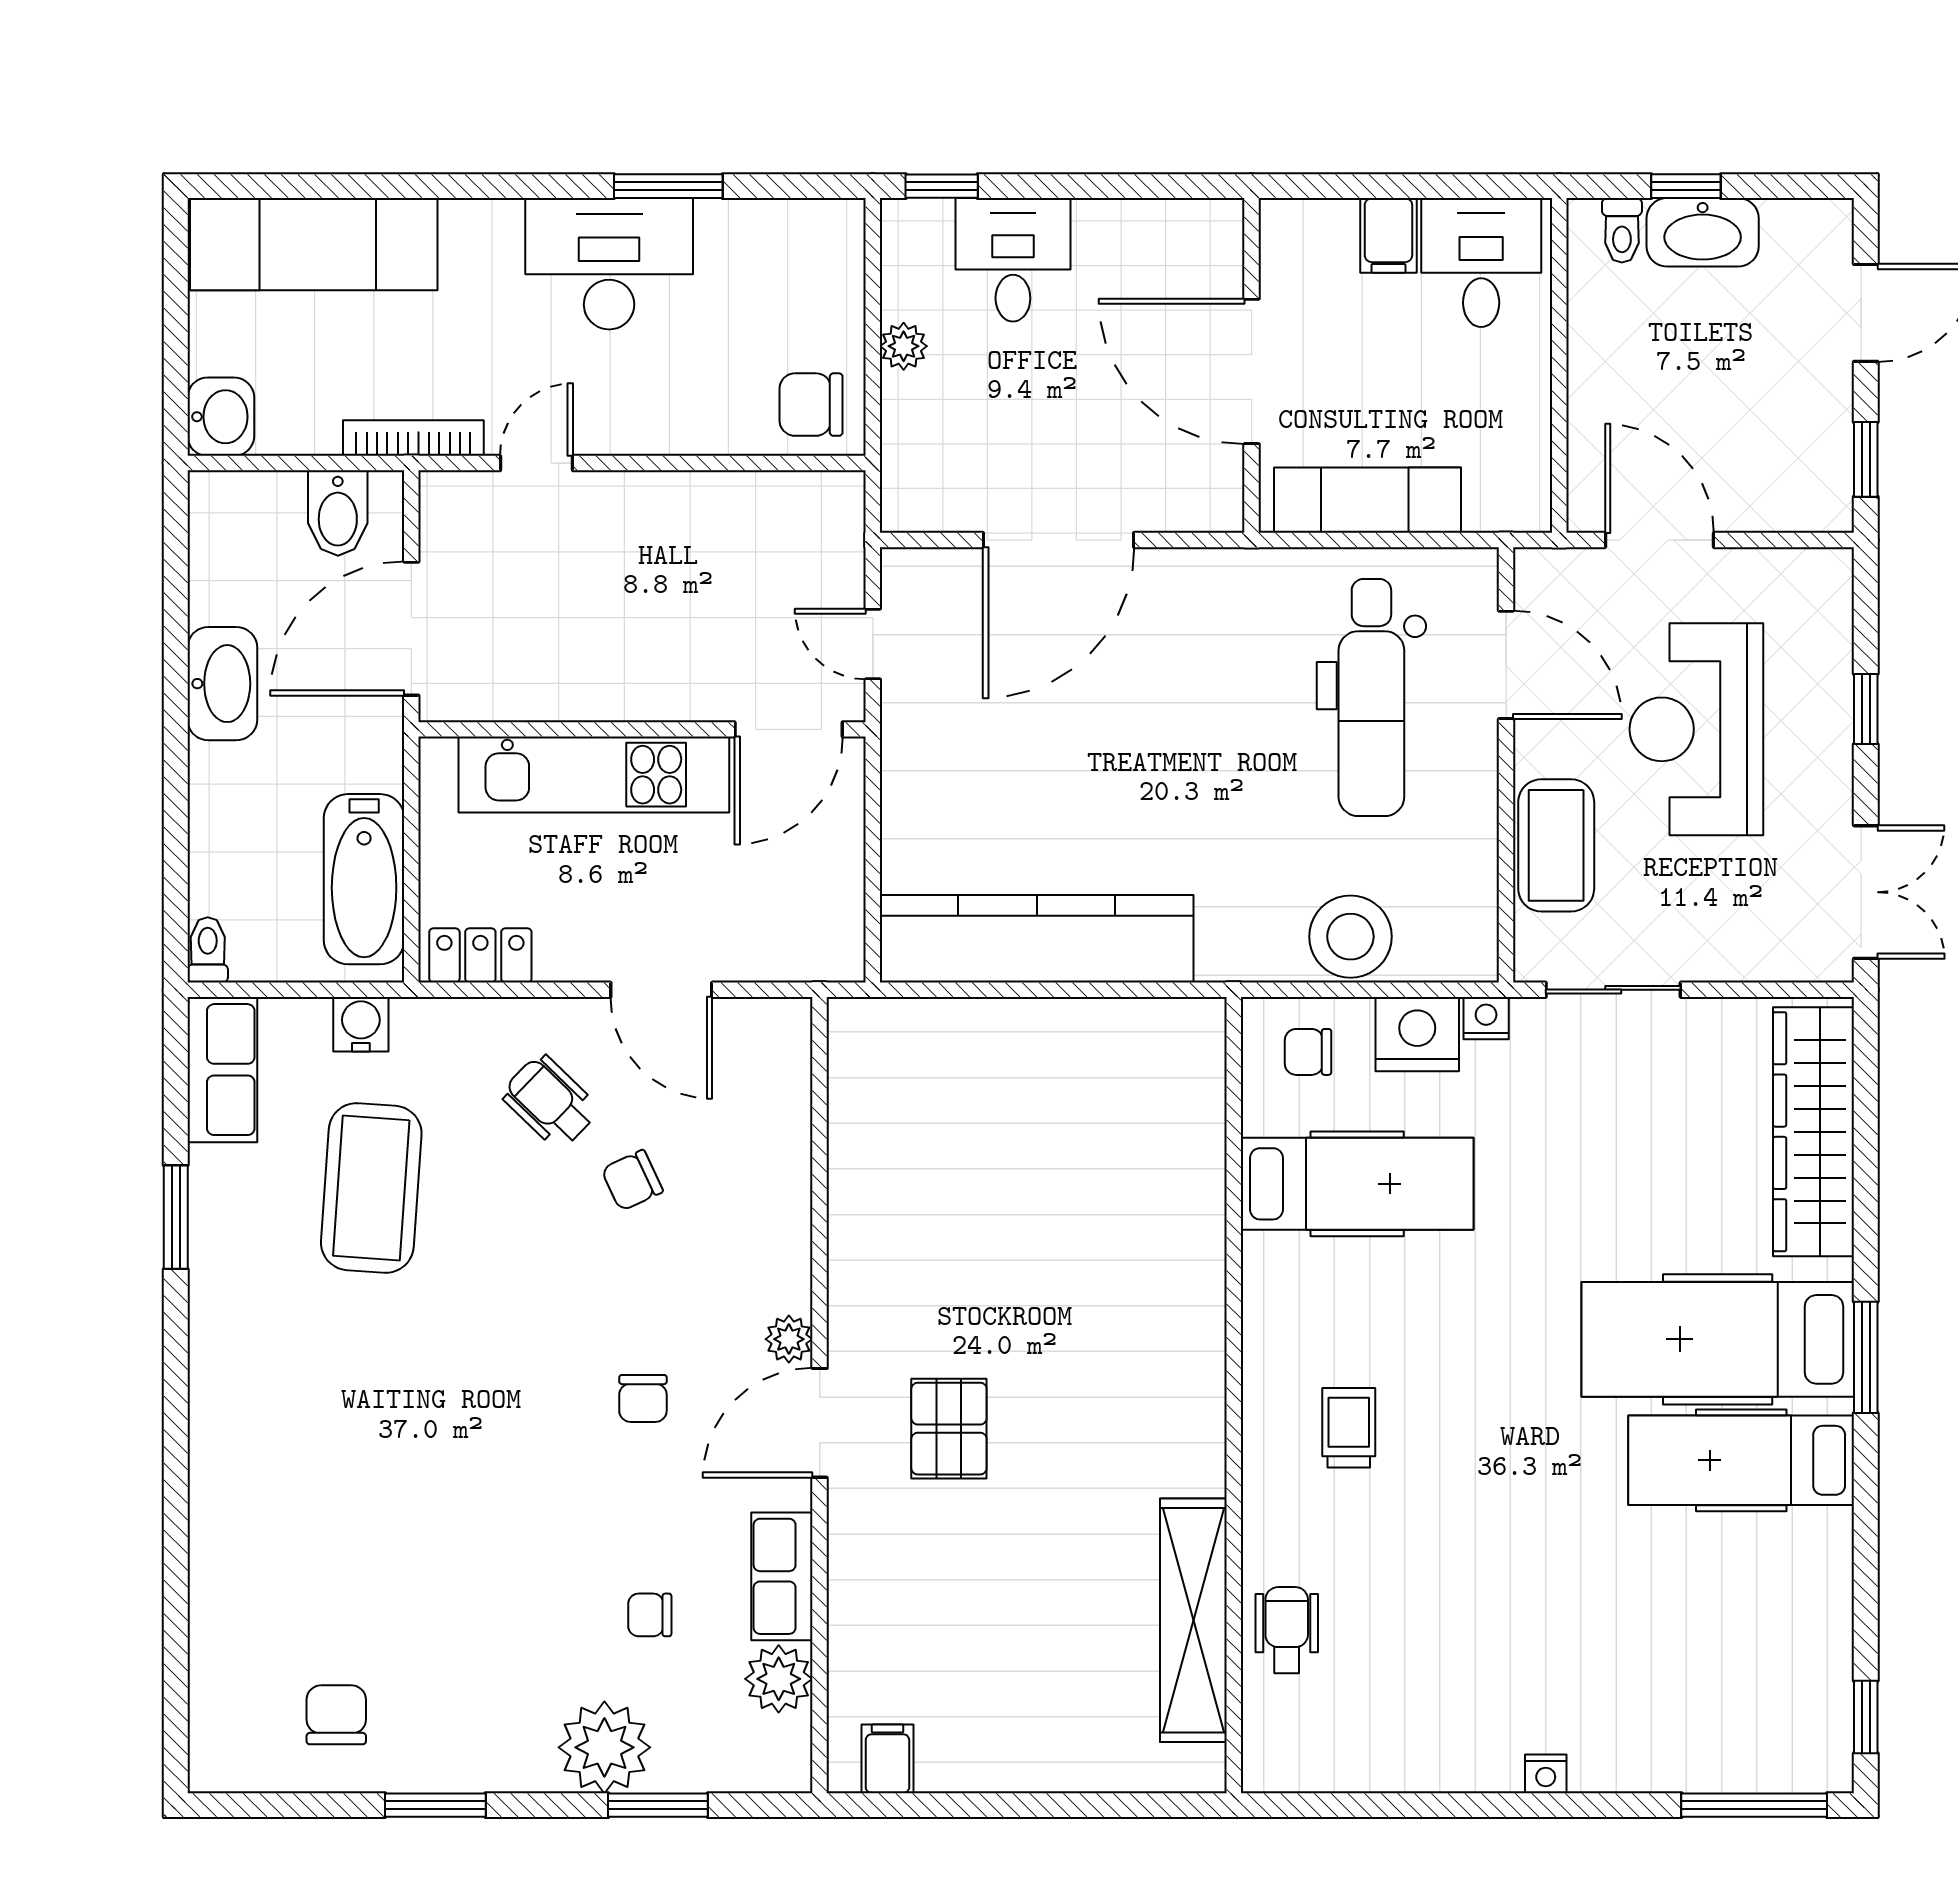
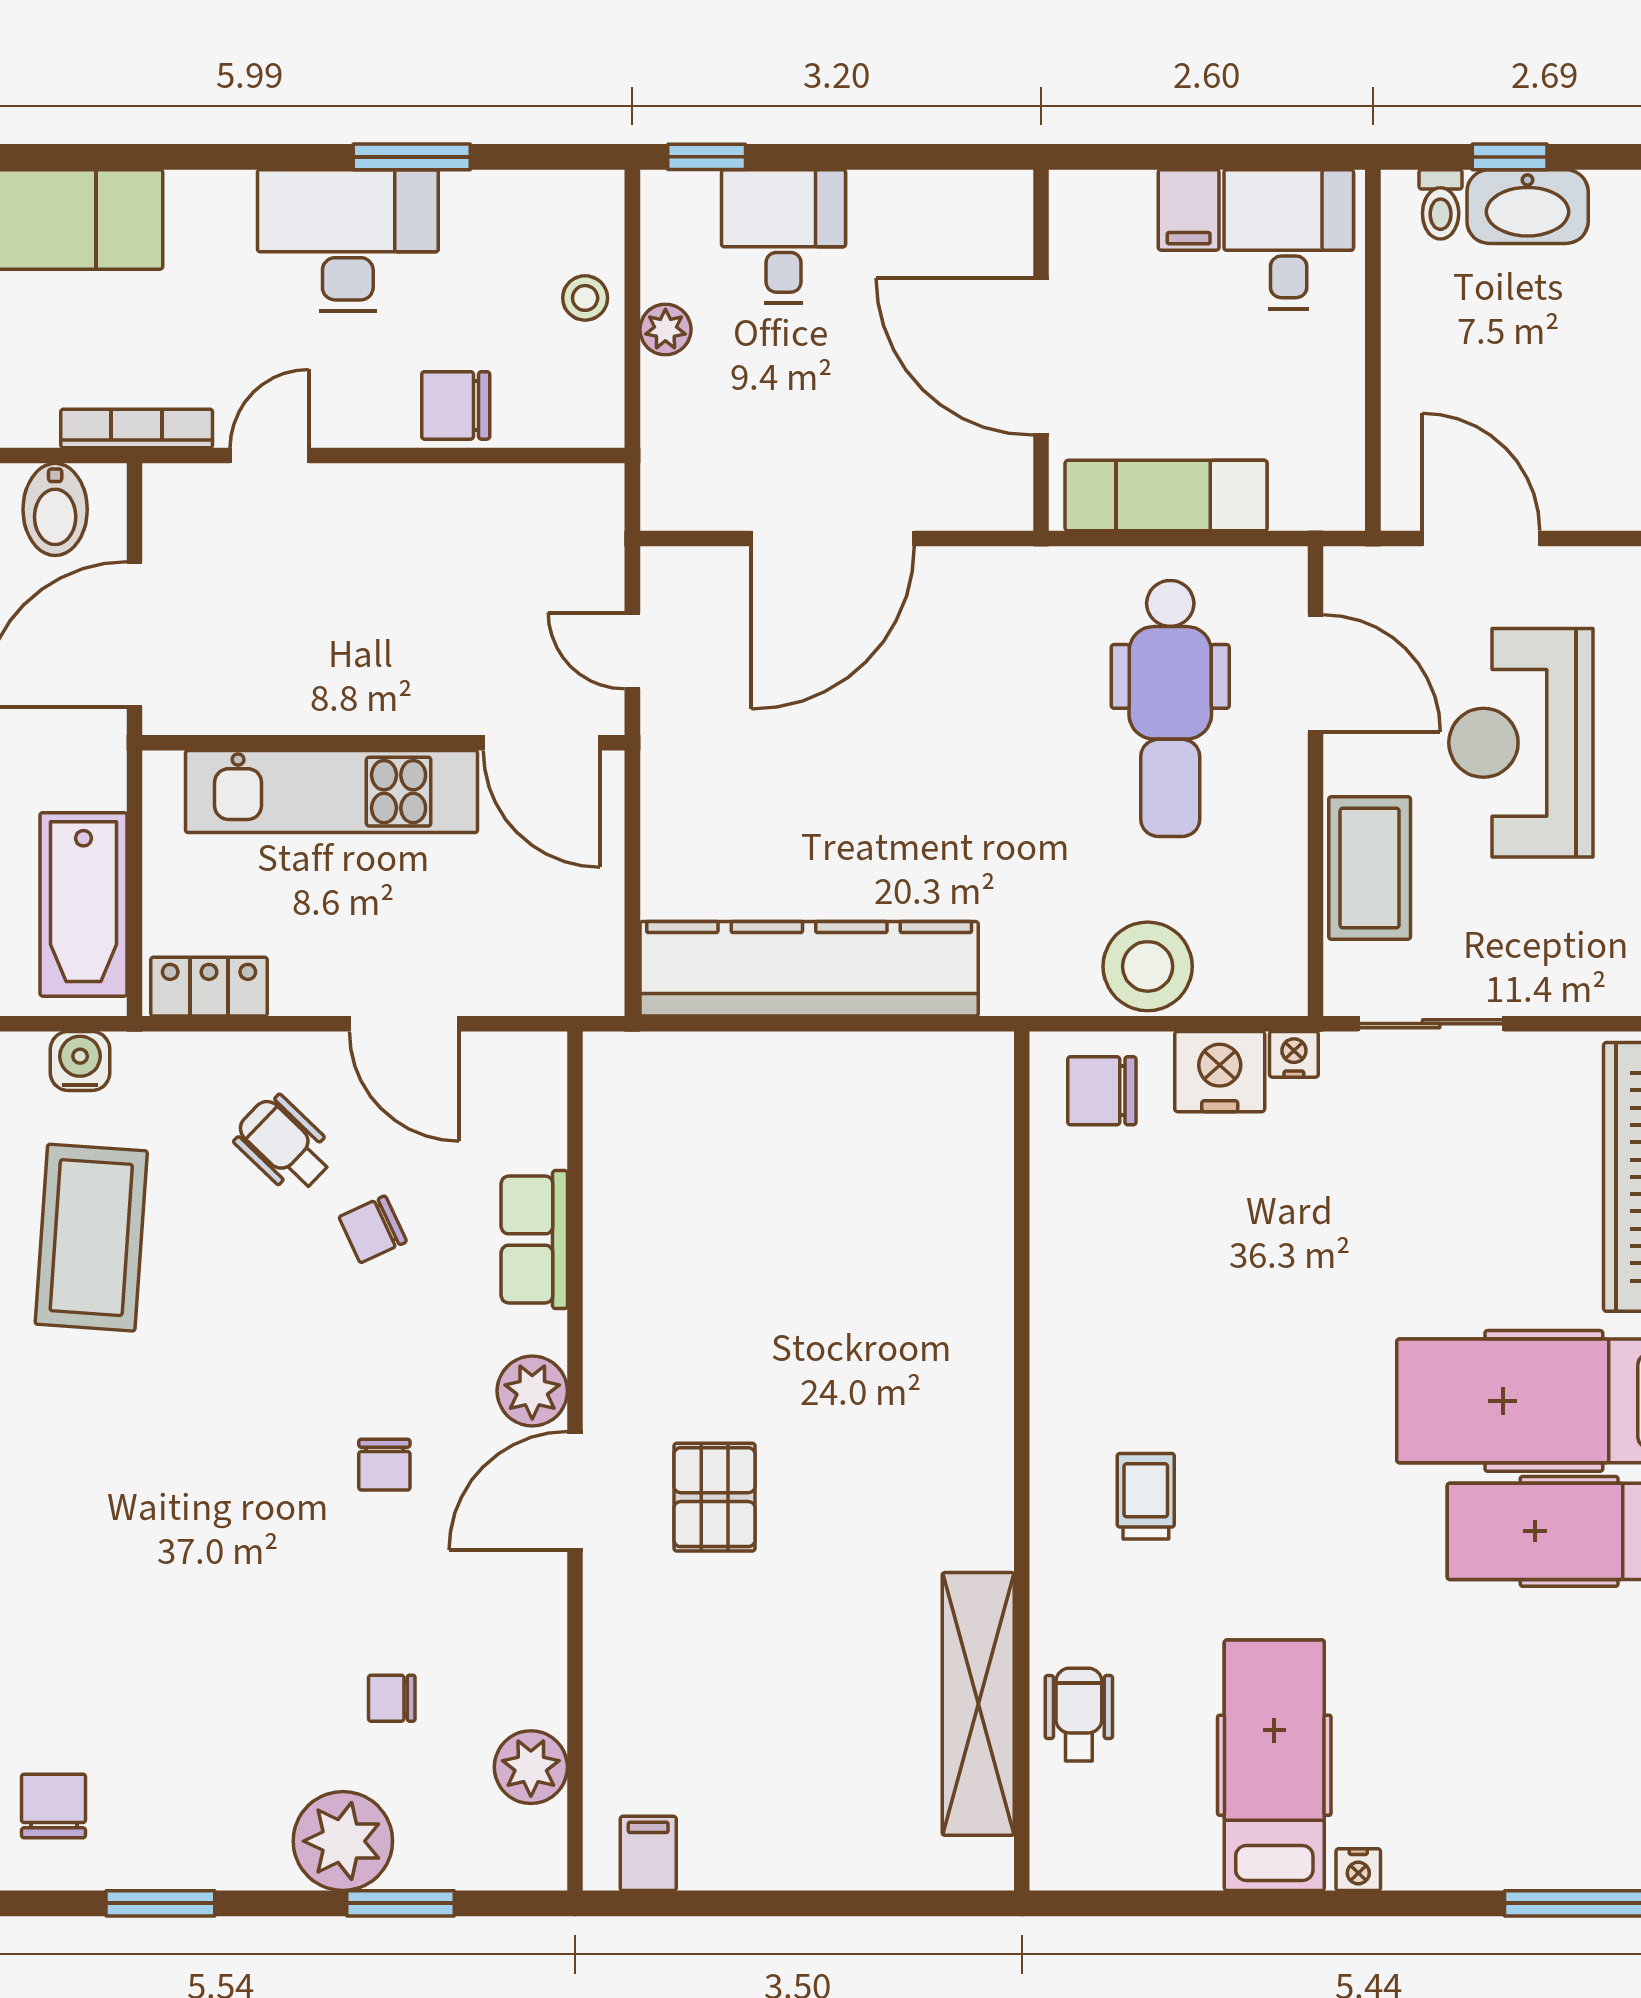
stool: (829, 317) -> (585, 298), added
chair: (811, 405) -> (456, 405), moved
door: (789, 729) -> (542, 743), hinge flipped
chair: (1308, 1052) -> (1102, 1091), width x1.37, depth x1.37
hospital bed: (1357, 1184) -> (1274, 1765), moved, turned -90
plant: (789, 1339) -> (532, 1391), width x1.38, depth x1.38
row of seats: (782, 1576) -> (534, 1240), moved

